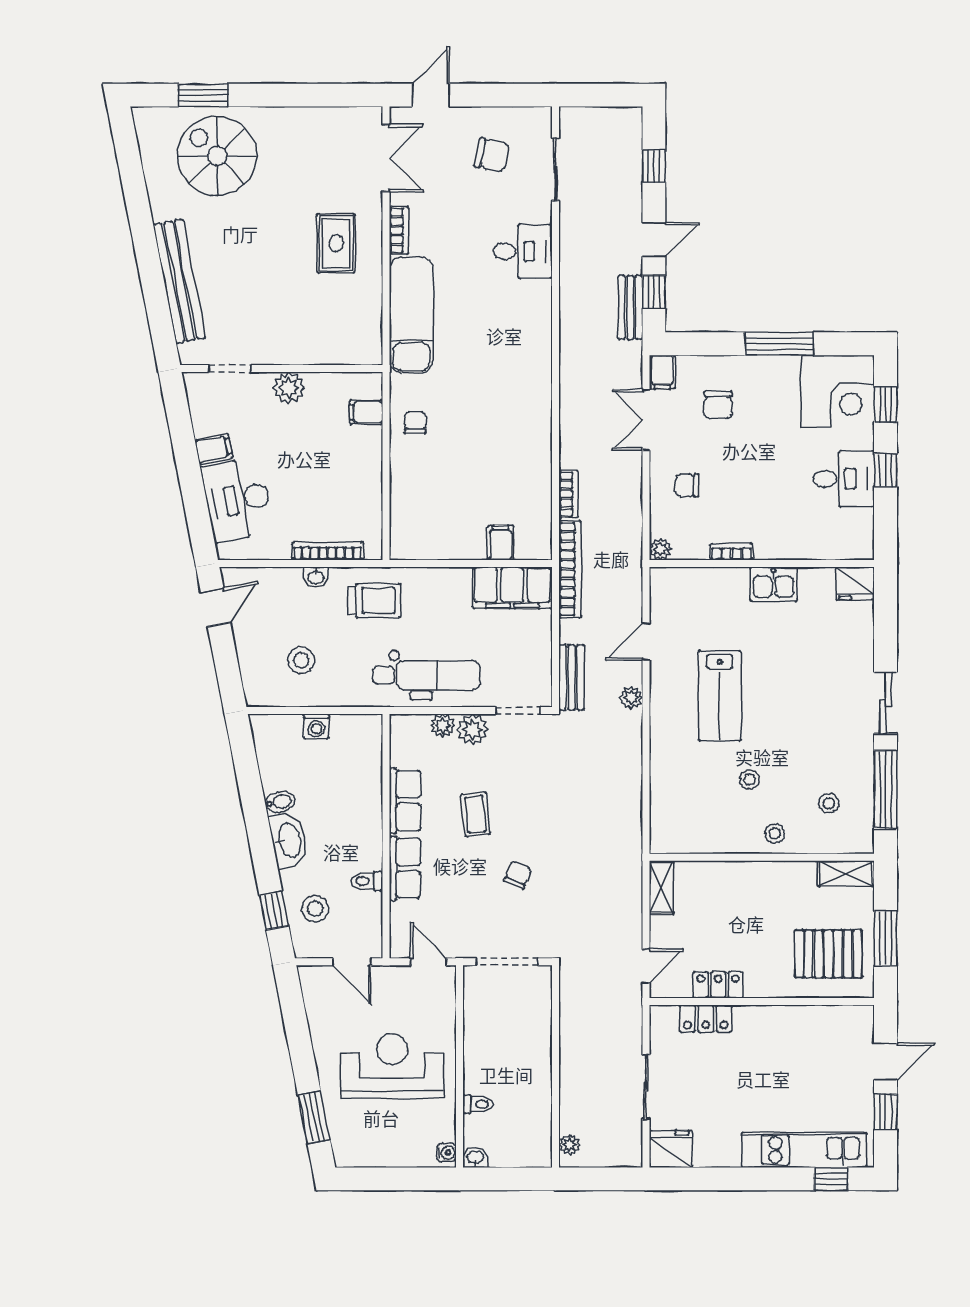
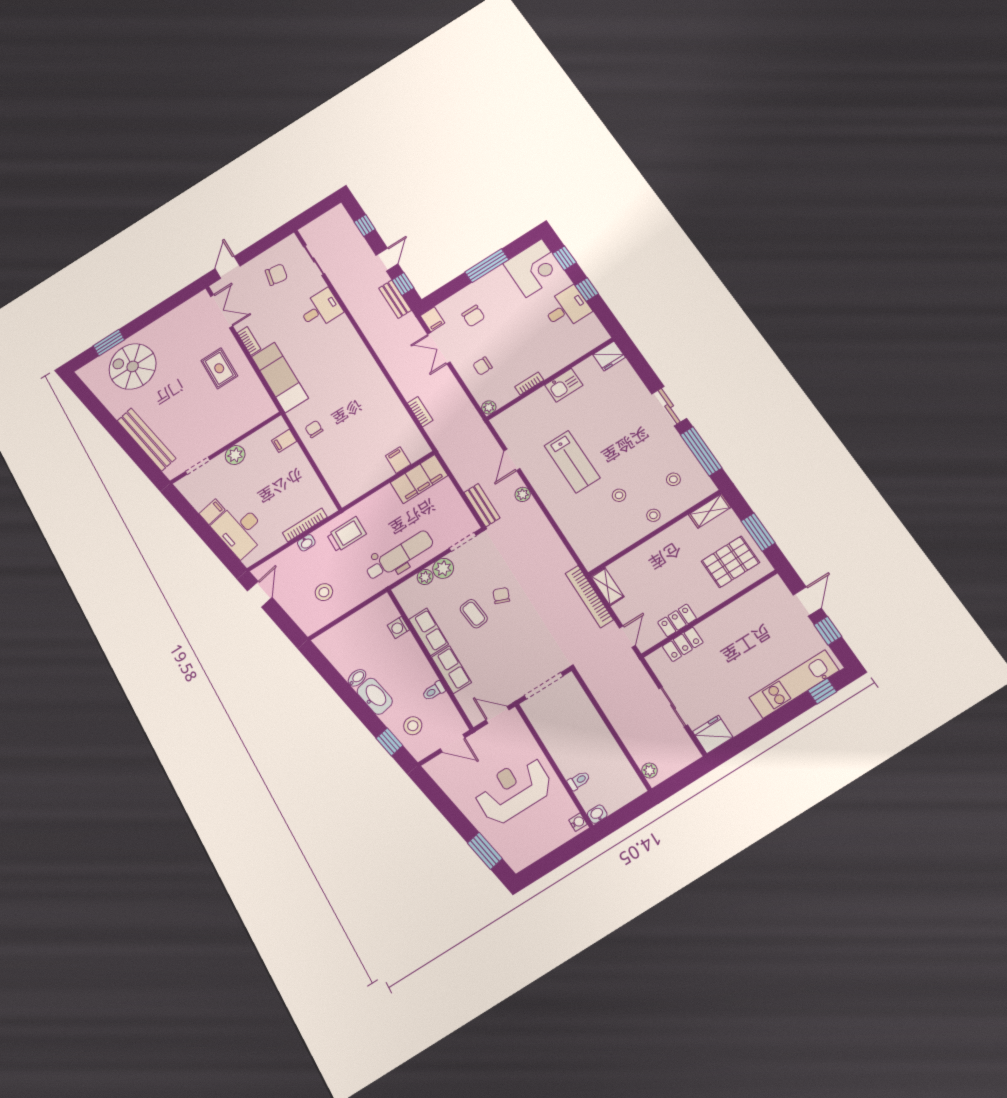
bookcase: (570, 569) -> (589, 596), moved, turned 180
washing machine: (316, 726) -> (398, 627), moved, turned 90
chair: (518, 875) -> (501, 596), moved

